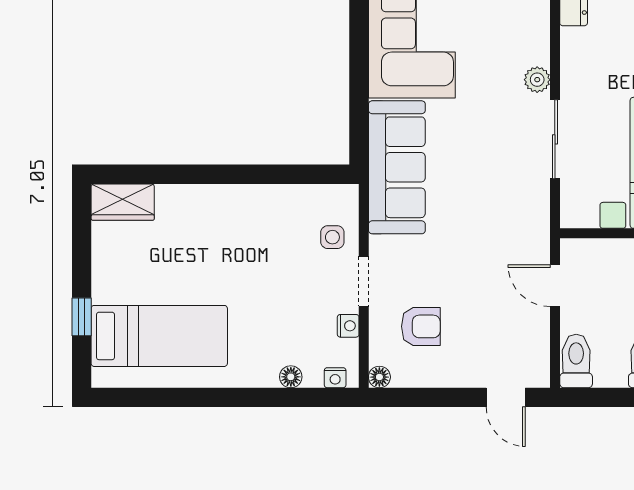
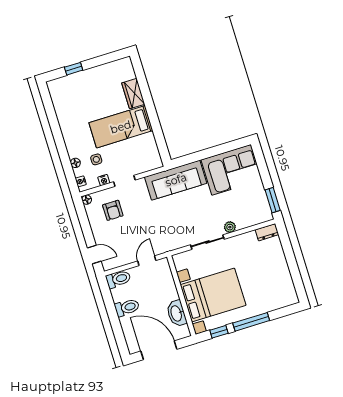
wardrobe: (123, 202) -> (133, 94), moved
side table: (332, 237) -> (96, 159), moved
bed: (159, 336) -> (121, 127), moved, turned 90
door: (506, 397) -> (94, 255), swing flipped

